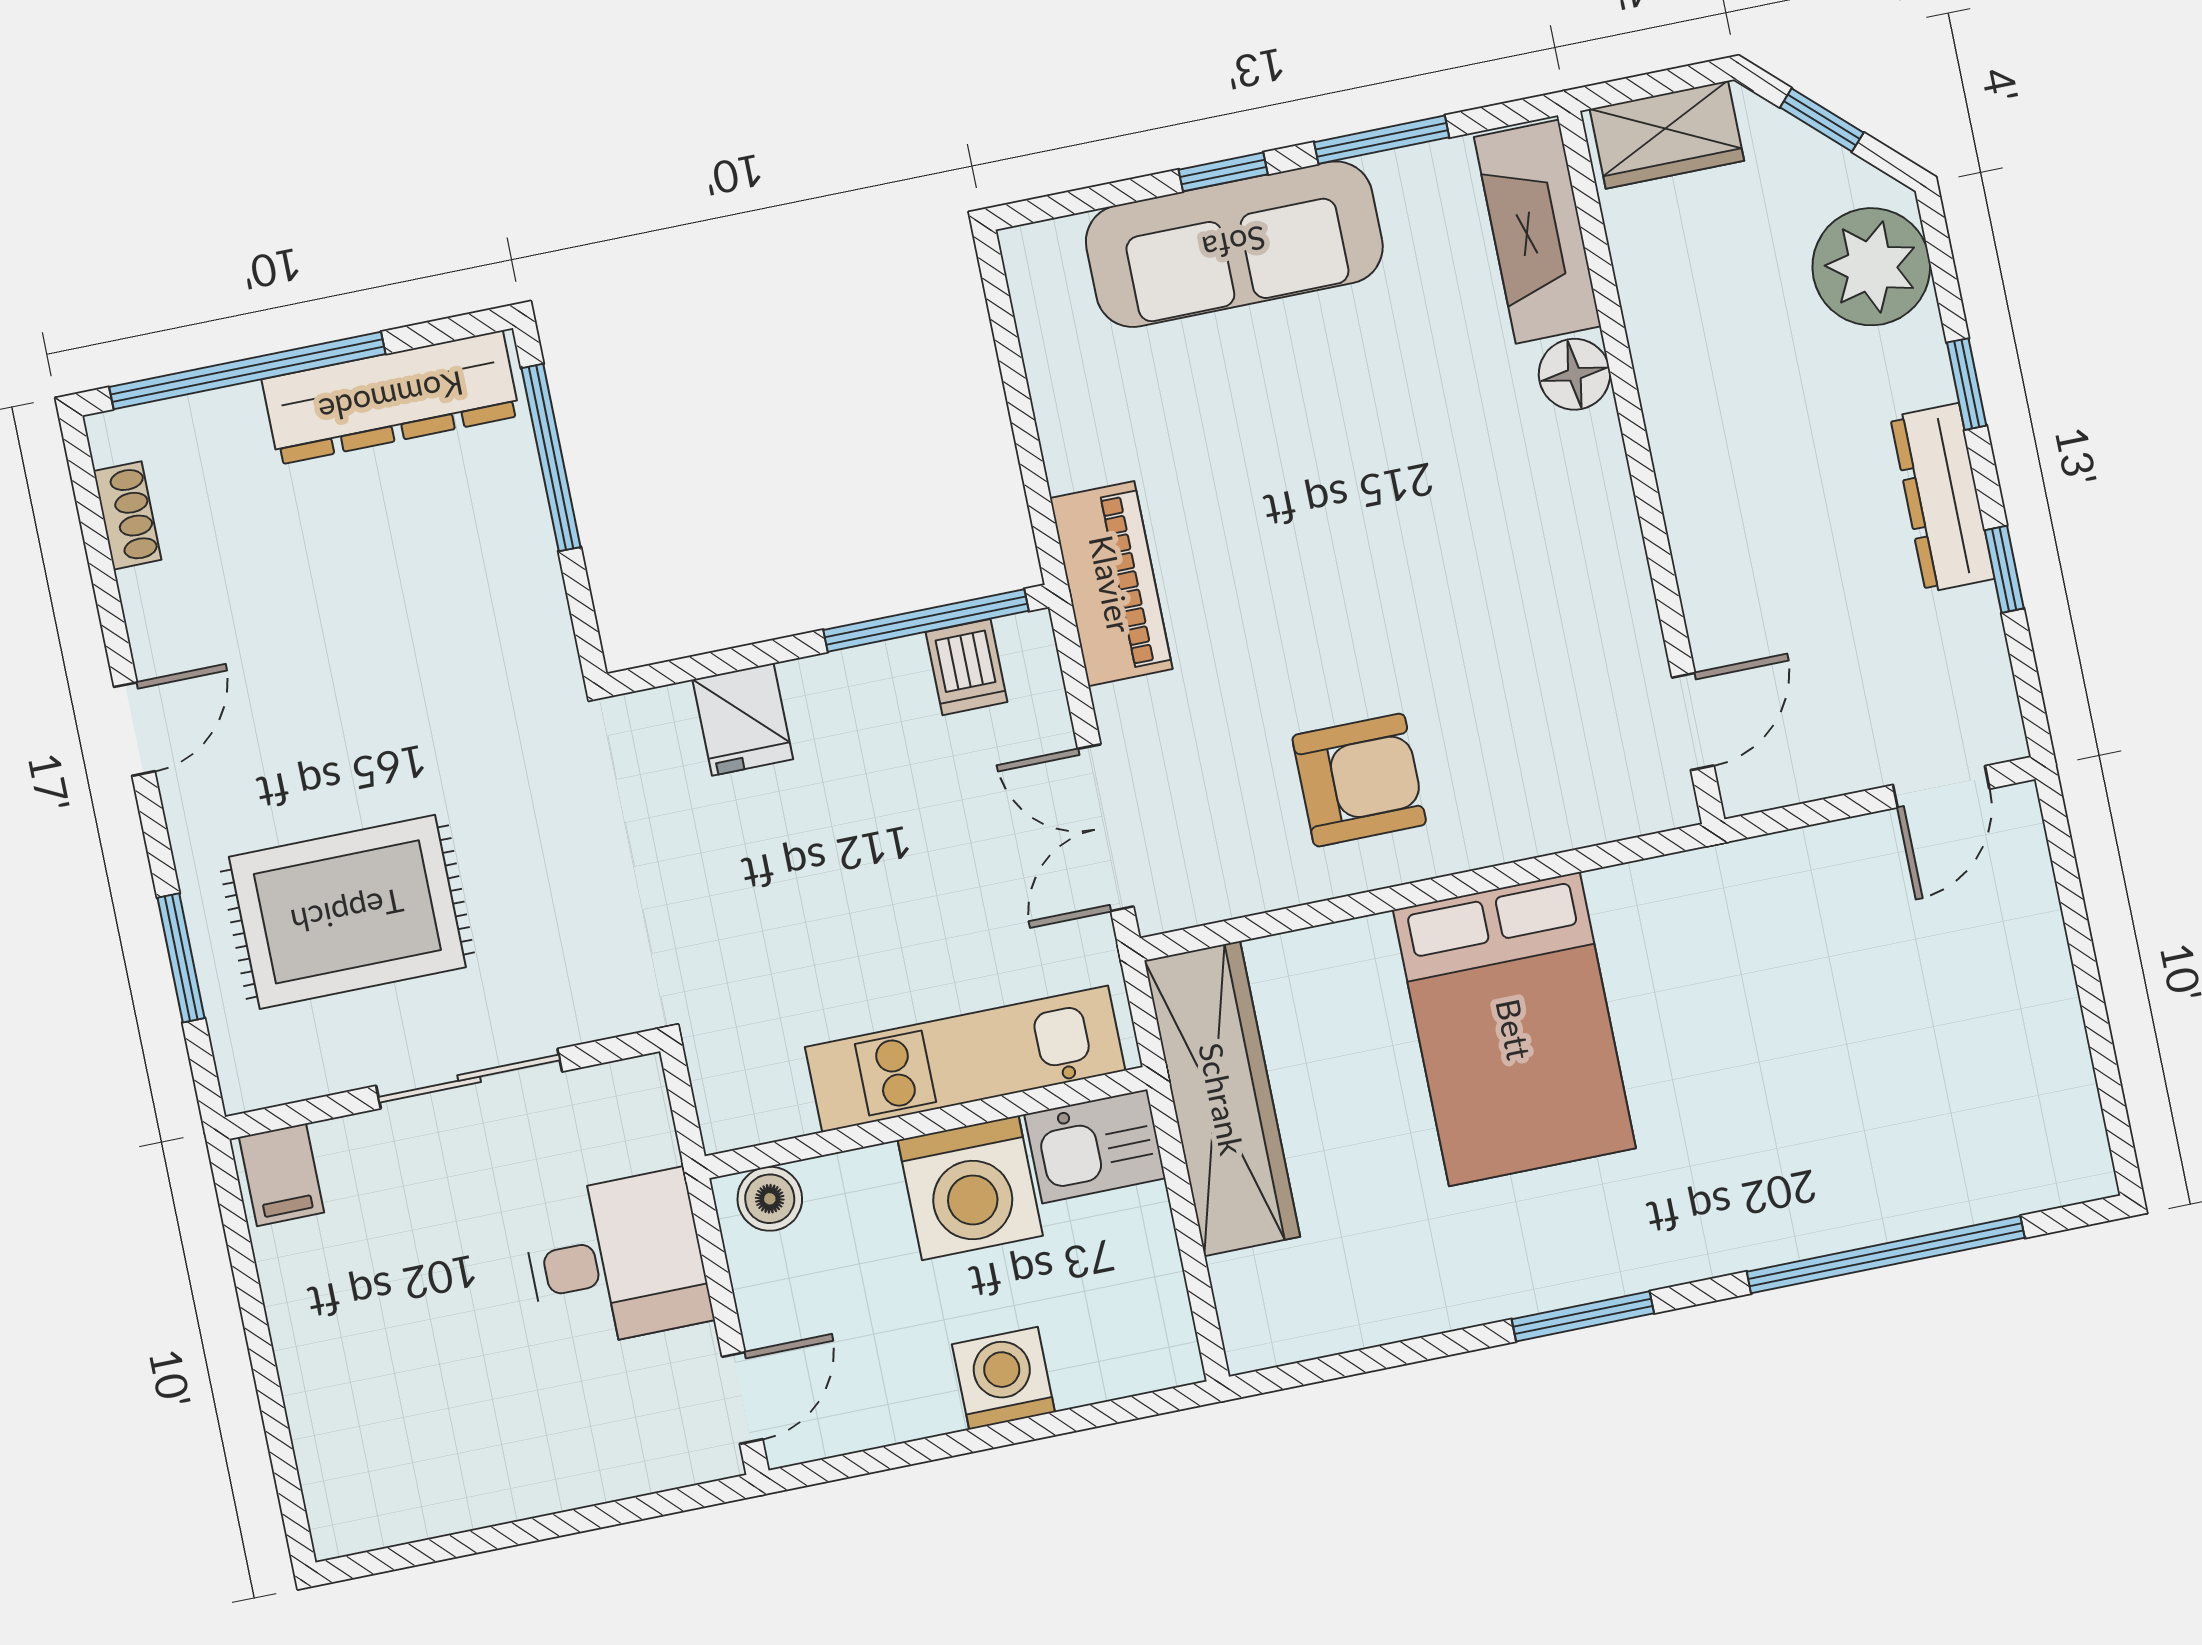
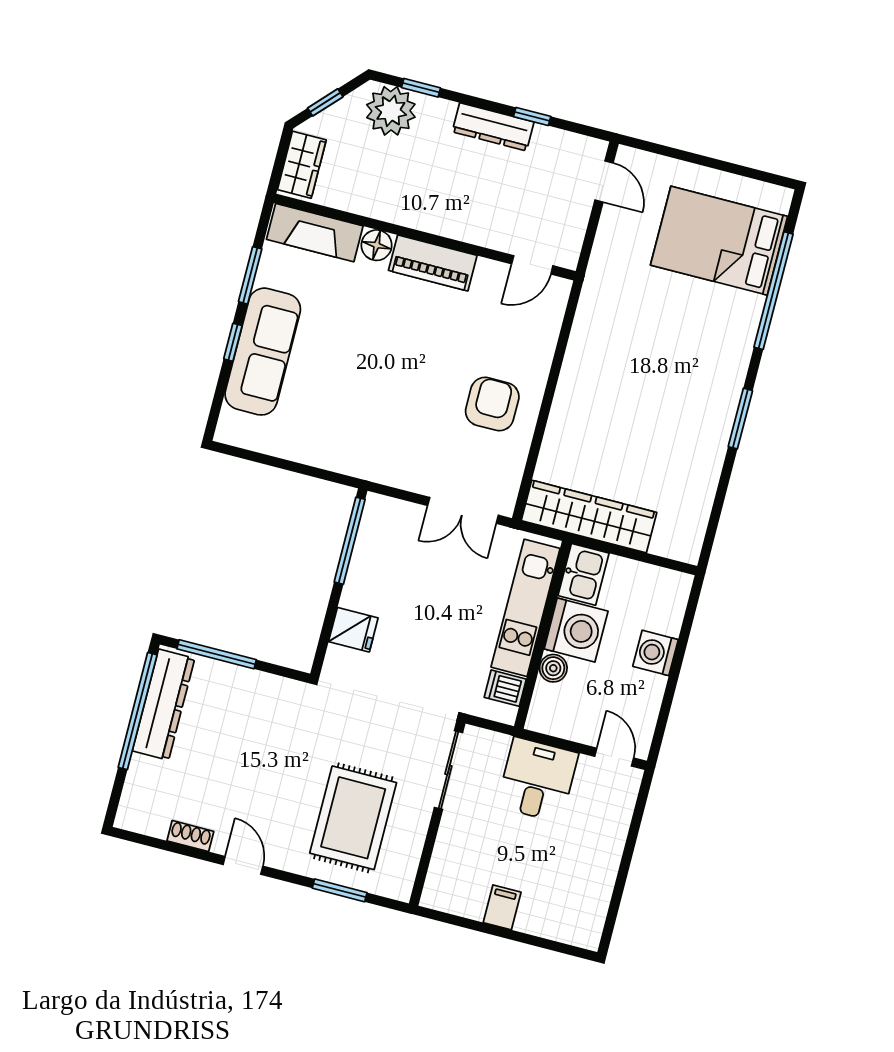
window: (247, 370) -> (138, 711), moved
window: (1967, 384) -> (421, 88), moved
shoe rack: (127, 515) -> (190, 836), moved
piano: (1111, 584) -> (433, 263), moved, turned 180
dishwasher: (967, 667) -> (505, 688), moved, turned 180
door: (1693, 722) -> (532, 265), swing flipped
bed: (1514, 1029) -> (719, 241), moved, turned 180
sliding door: (469, 1079) -> (448, 770), moved
filing cabinet: (281, 1175) -> (502, 907), moved, turned -90
boiler: (770, 1199) -> (553, 668), moved

